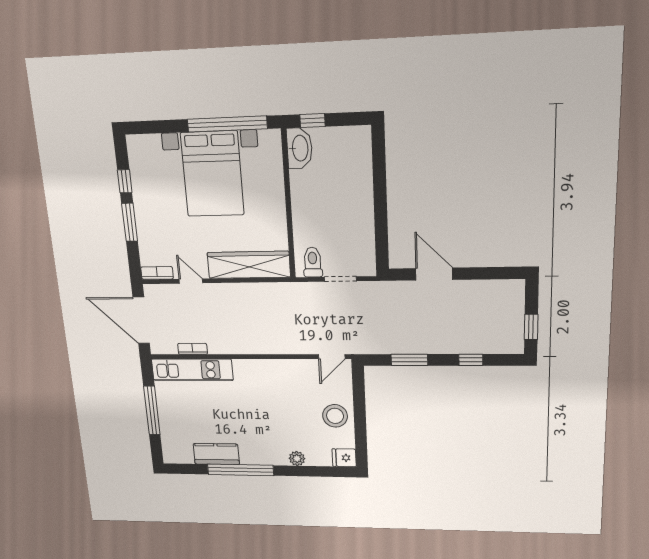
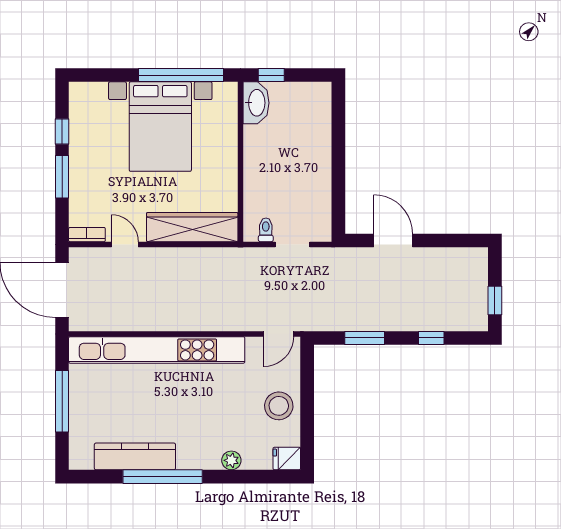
toilet: (313, 262) -> (266, 230), width x0.73, depth x0.72
bookcase: (193, 349) -> (119, 325), removed
kitchen unit: (192, 370) -> (157, 350), width x1.86
kitchen counter: (216, 454) -> (135, 456), width x1.50

